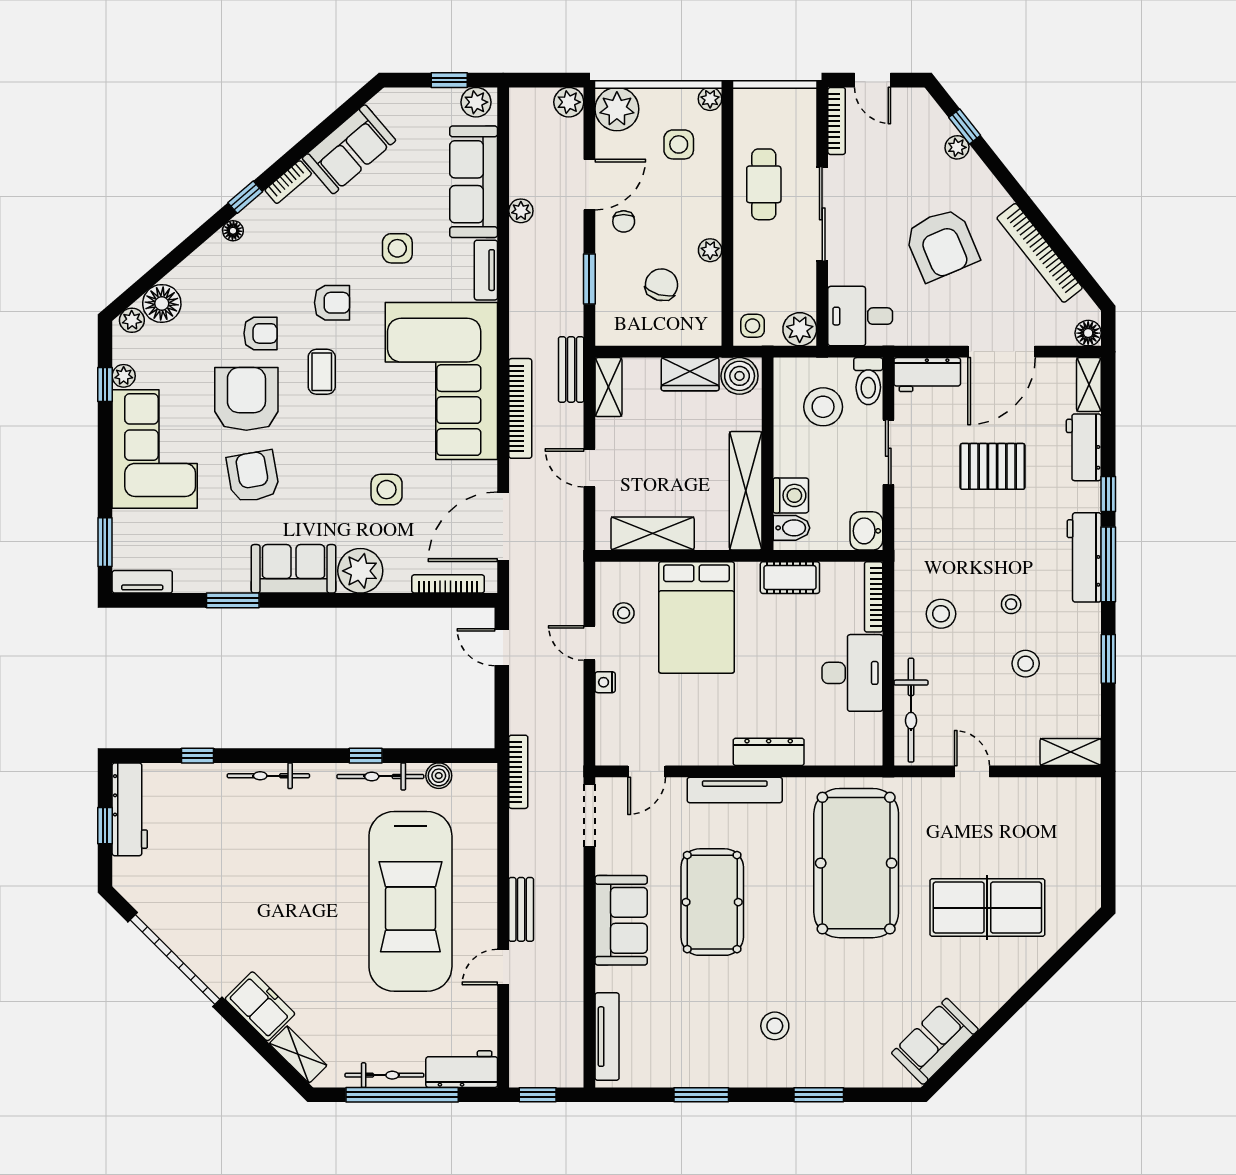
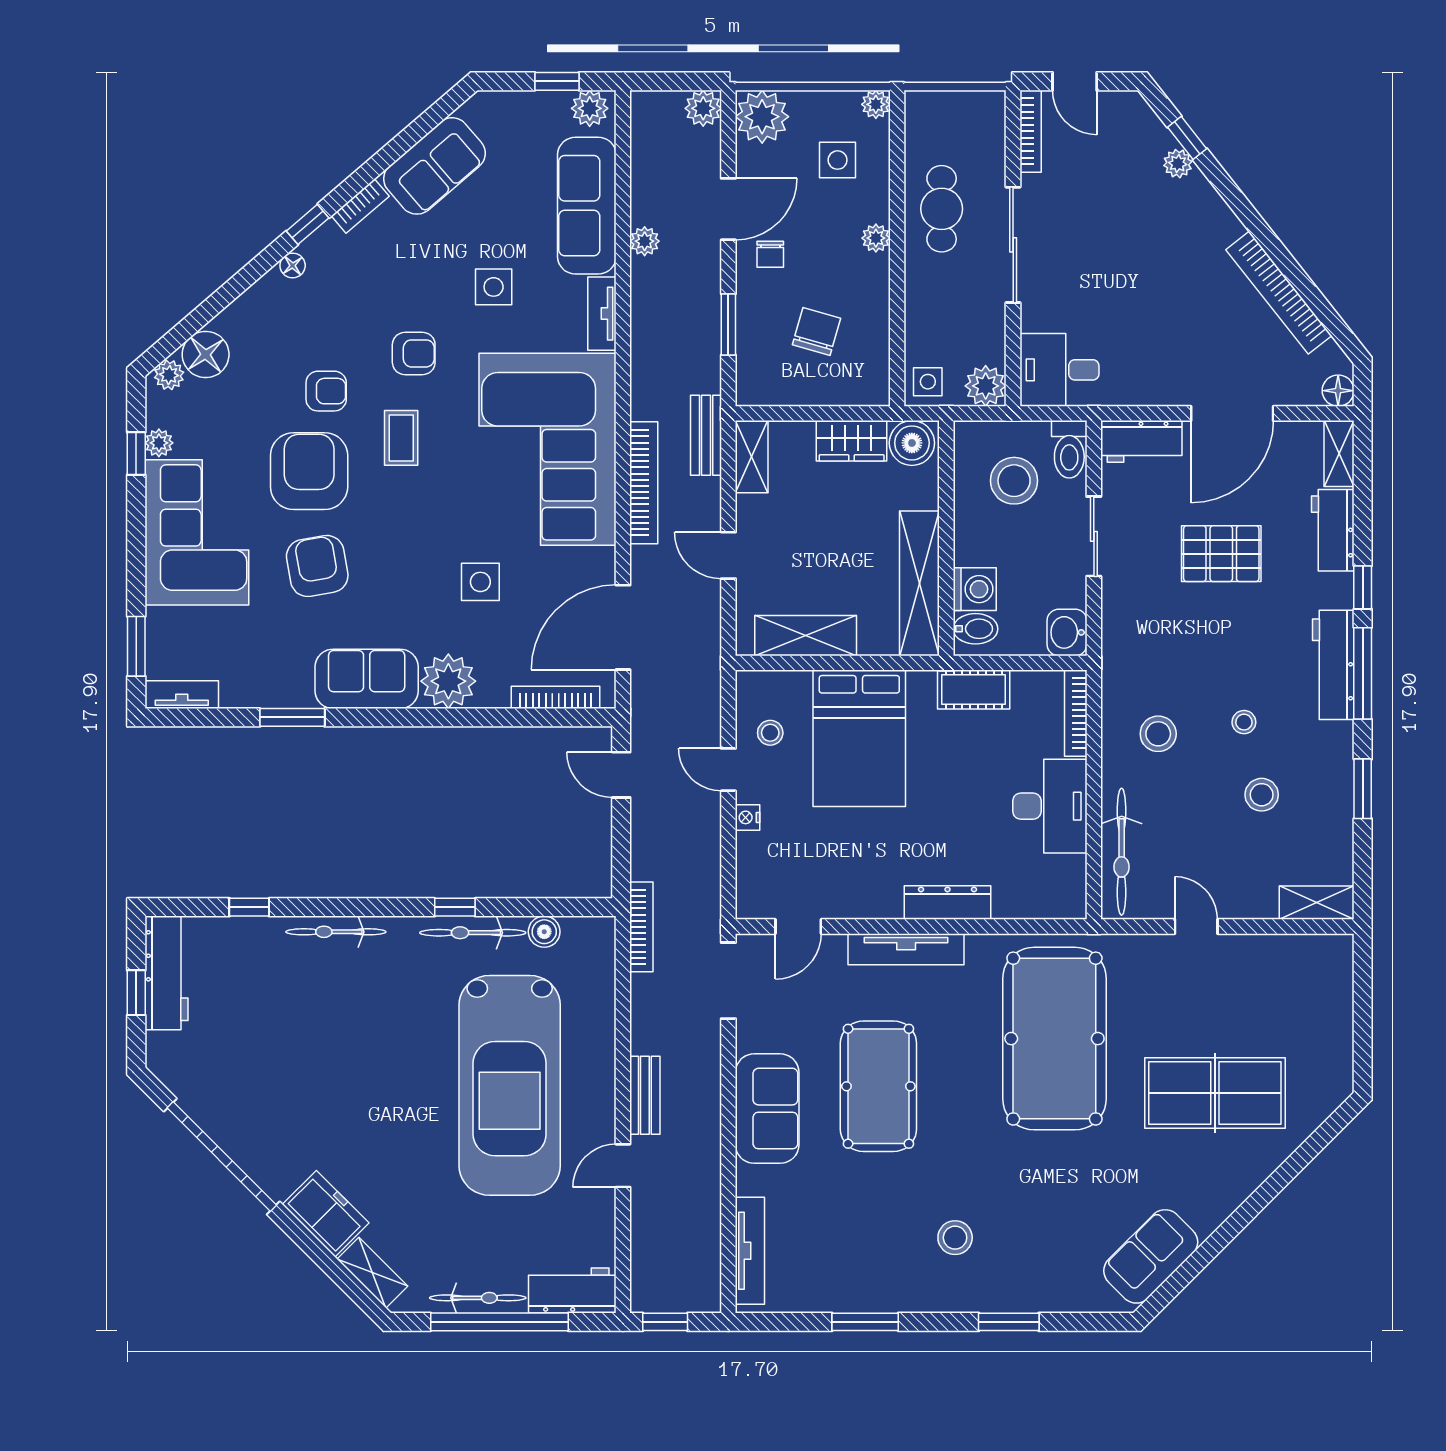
armchair: (942, 244) -> (1159, 282), removed
plant: (710, 250) -> (876, 238), moved

